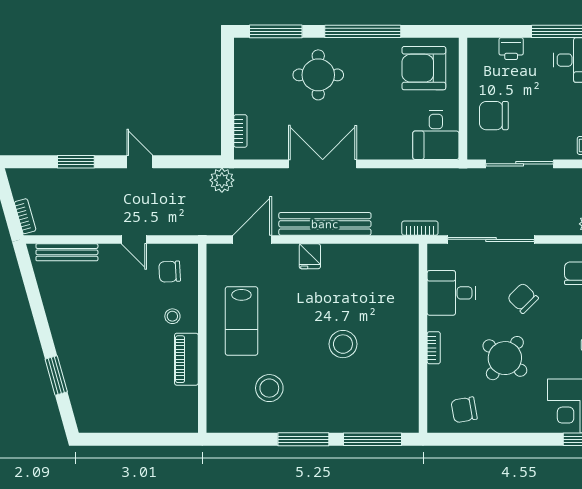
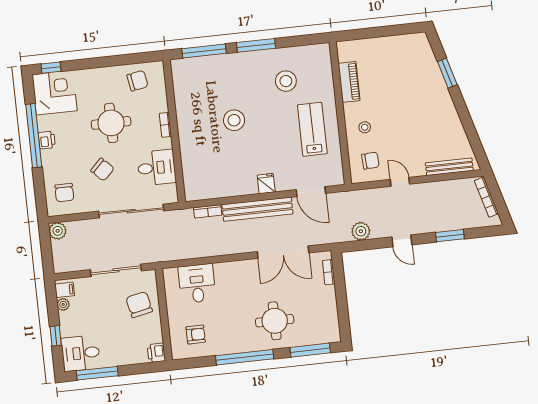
printer: (511, 49) -> (156, 353), moved, turned -90
armchair: (424, 68) -> (196, 334), width x0.53, depth x0.53
chair: (494, 116) -> (139, 305), turned -102
desk: (436, 135) -> (197, 284), moved
double door: (323, 164) -> (283, 252), moved
plant: (222, 180) -> (361, 231), moved
bookcase: (25, 216) -> (486, 197), width x1.56
bookcase: (420, 228) -> (208, 211), moved
door: (252, 239) -> (311, 192), hinge flipped
round table: (505, 358) -> (111, 123), turned -38
piano: (186, 359) -> (349, 82), moved

